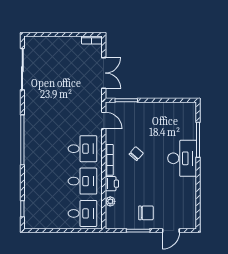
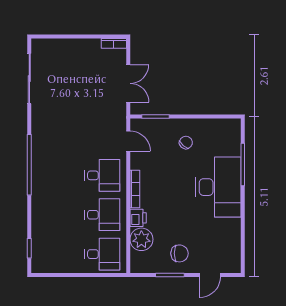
chair: (136, 154) -> (186, 143), moved
desk: (182, 158) -> (218, 187), width x1.36, depth x1.30
plant: (110, 201) -> (141, 239), width x1.88, depth x1.88

